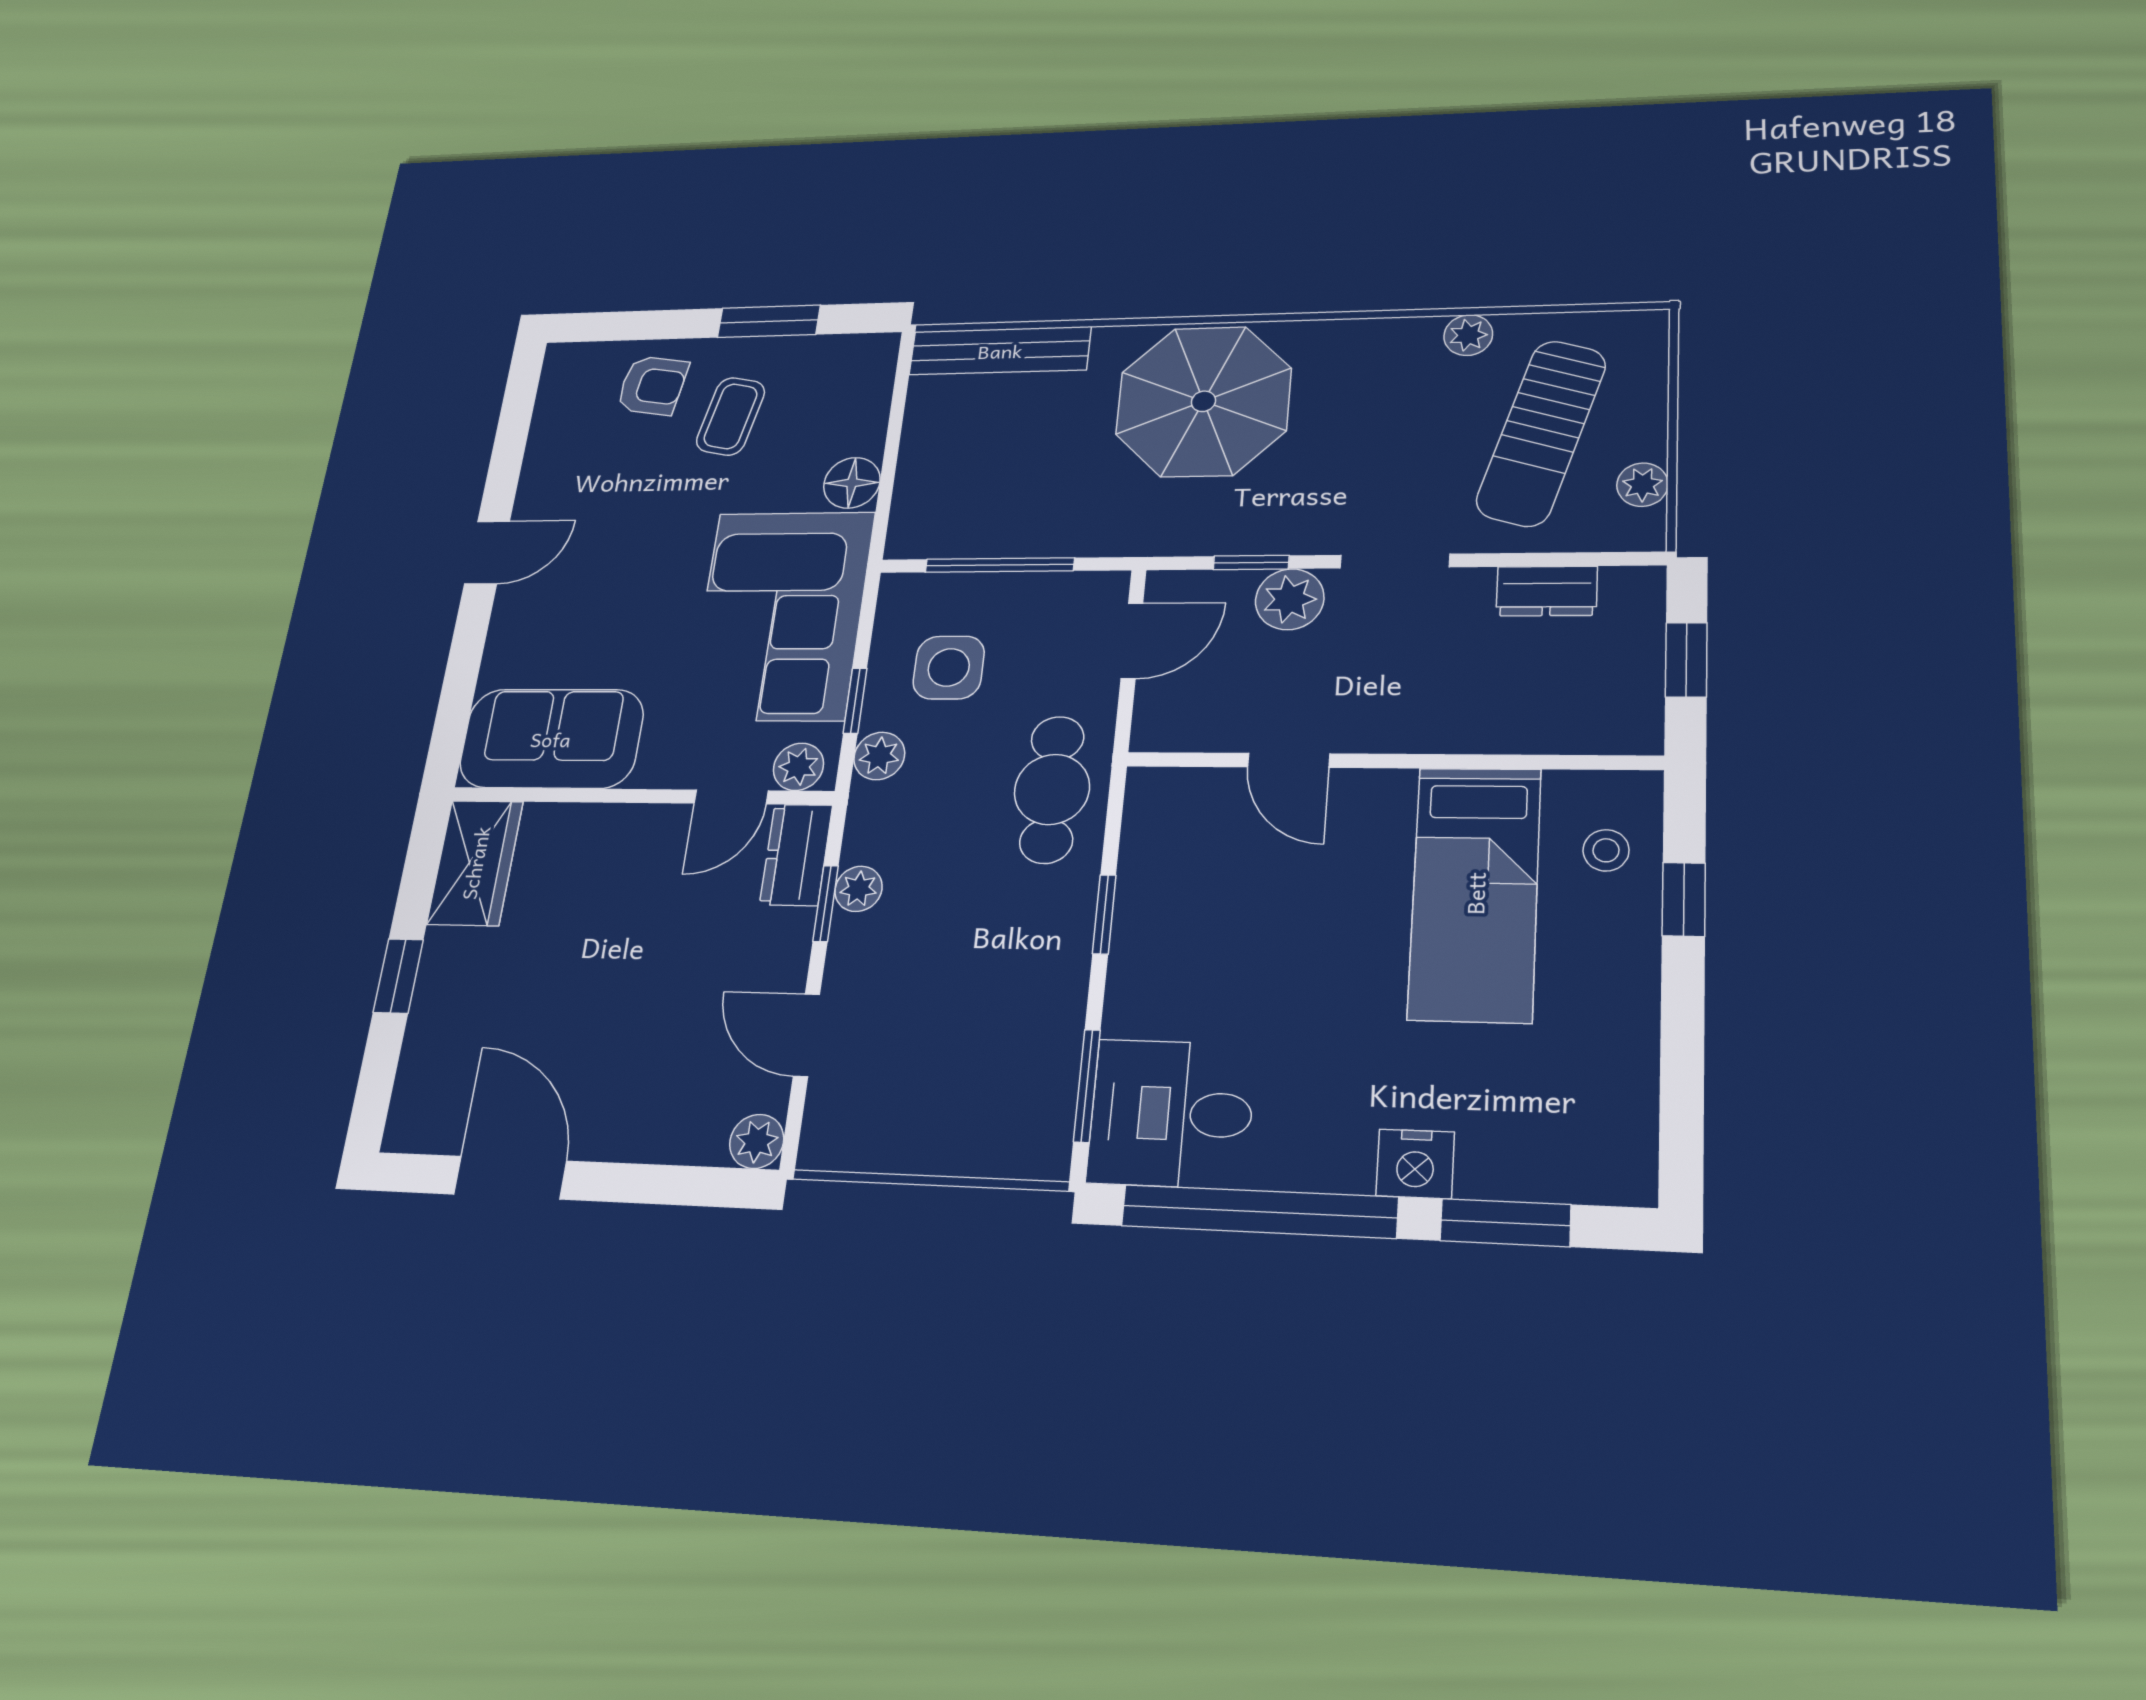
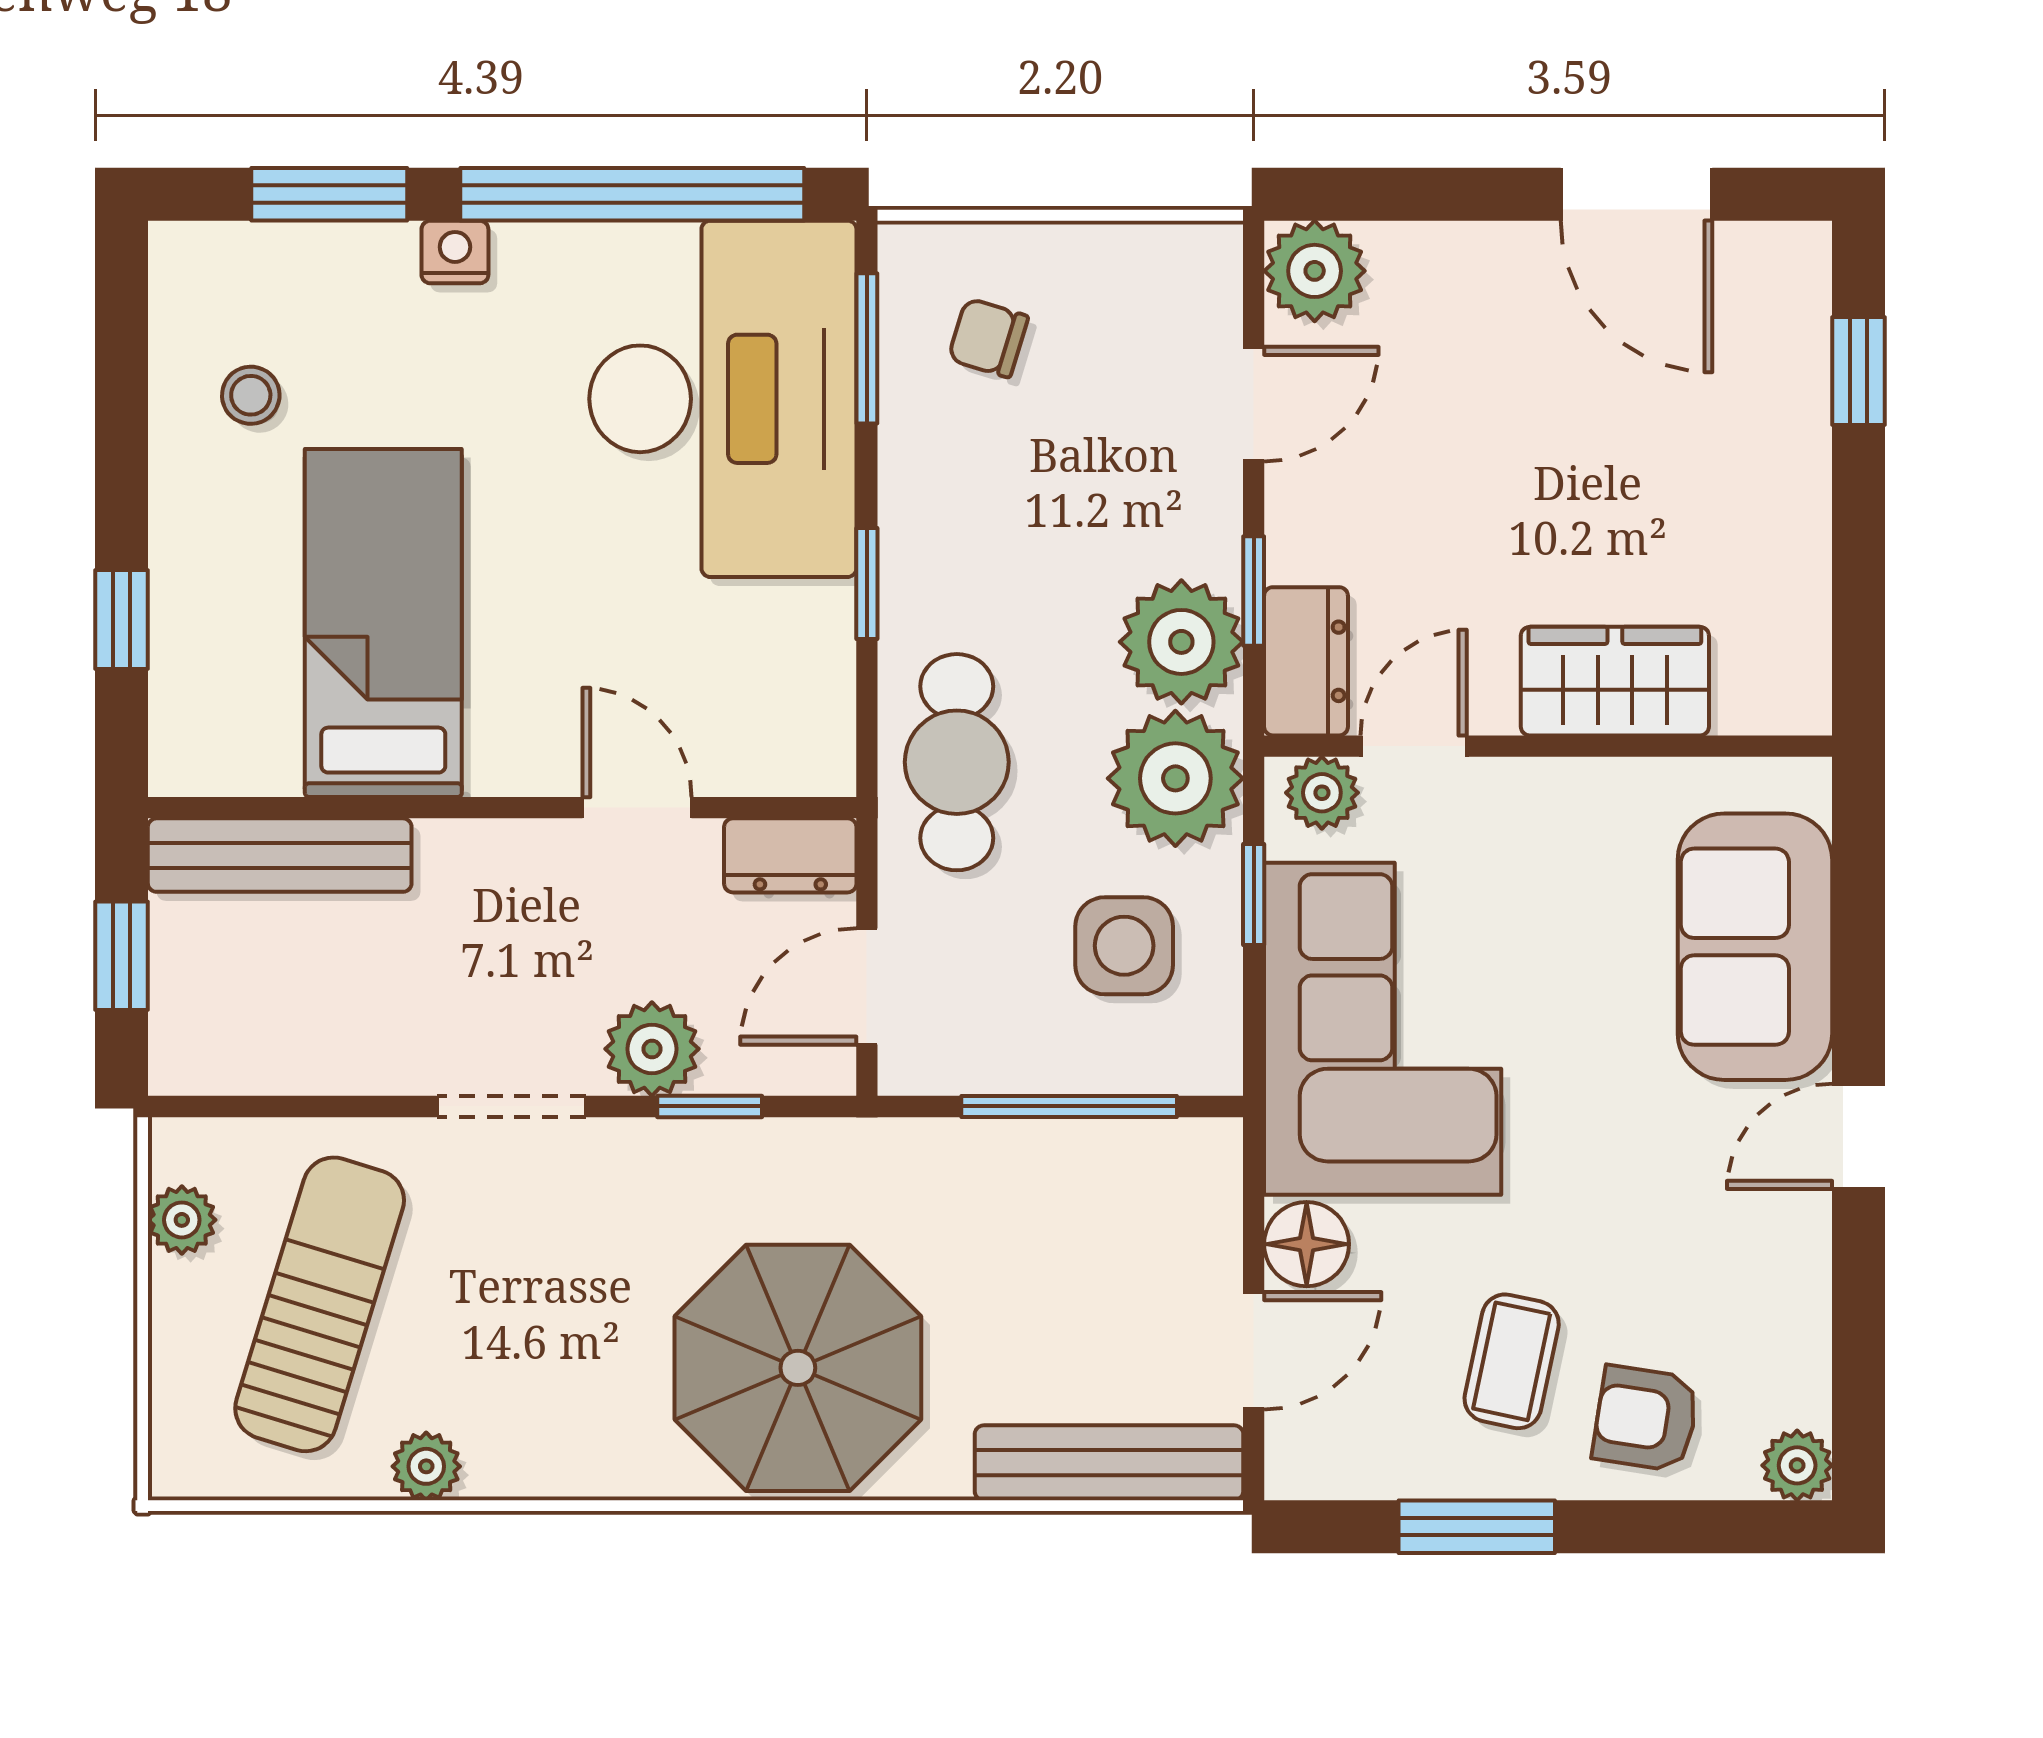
plant: (564, 362) -> (1797, 1465), added
door: (896, 419) -> (1254, 1351), added
dresser: (1547, 591) -> (790, 855), moved, turned 180
bench: (1562, 729) -> (280, 855), added
sofa: (551, 739) -> (1755, 947), moved, turned 90
plant: (879, 756) -> (1175, 778), width x1.87, depth x1.87
stool: (1606, 850) -> (251, 395), moved
wardrobe: (475, 863) -> (1615, 681), moved, turned 90
plant: (858, 889) -> (1181, 642), width x1.87, depth x1.87
window: (398, 976) -> (1858, 371), moved
door: (807, 1035) -> (1254, 404), hinge flipped
chair: (995, 1090) -> (988, 338), added
desk: (1171, 1113) -> (723, 399), width x1.87, depth x1.30
plant: (757, 1141) -> (1315, 271), width x1.38, depth x1.38
nightstand: (1415, 1164) -> (455, 252), width x0.72, depth x0.74

